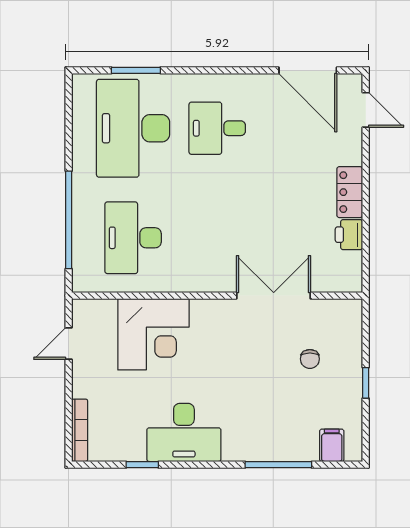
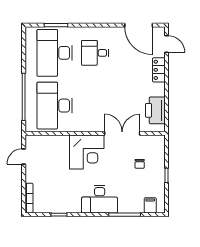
locker: (350, 192) -> (159, 70), moved
printer: (349, 235) -> (155, 110), width x1.87, depth x1.48
desk: (133, 238) -> (55, 106), width x1.36, depth x1.30
corner desk: (153, 334) -> (87, 152), moved
desk: (184, 432) -> (100, 199), moved

